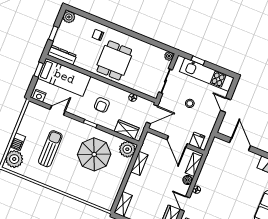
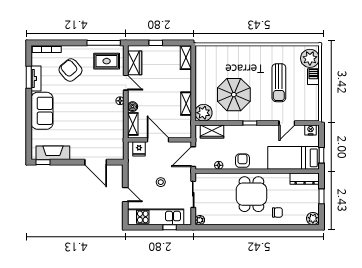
armchair: (102, 105) -> (242, 161), moved

